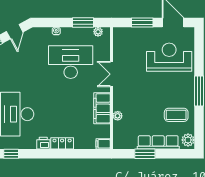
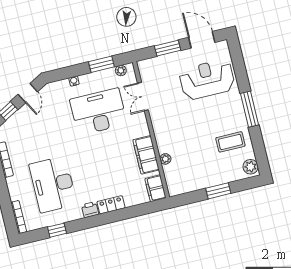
double door: (111, 74) -> (143, 96), moved
row of seats: (158, 142) -> (218, 177), removed
filing cabinet: (103, 144) -> (155, 188), width x2.00
window: (145, 154) -> (218, 191), moved

